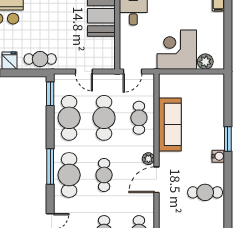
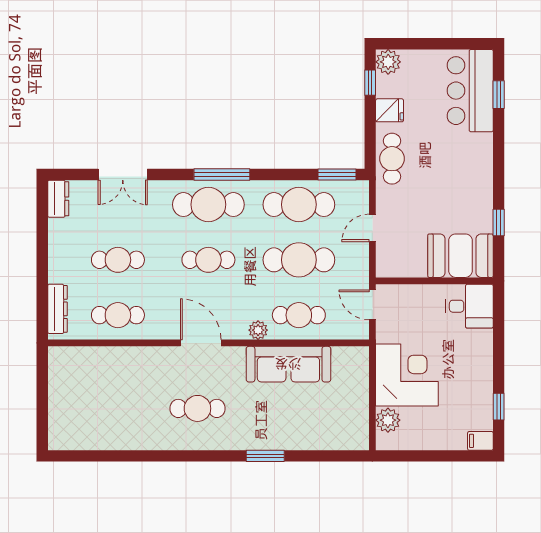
water cooler: (218, 156) -> (238, 441), removed
plant: (148, 159) -> (258, 330), moved
cafe table: (205, 192) -> (197, 408), moved, turned 90

